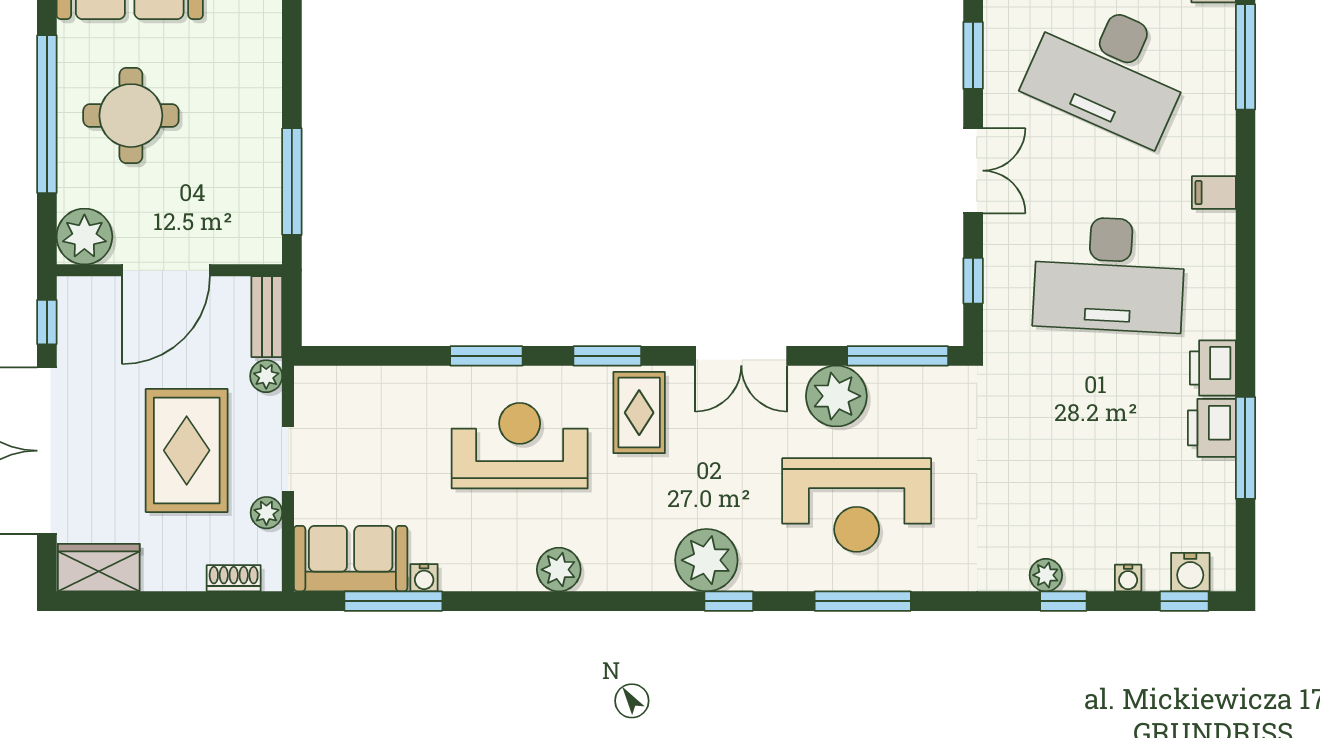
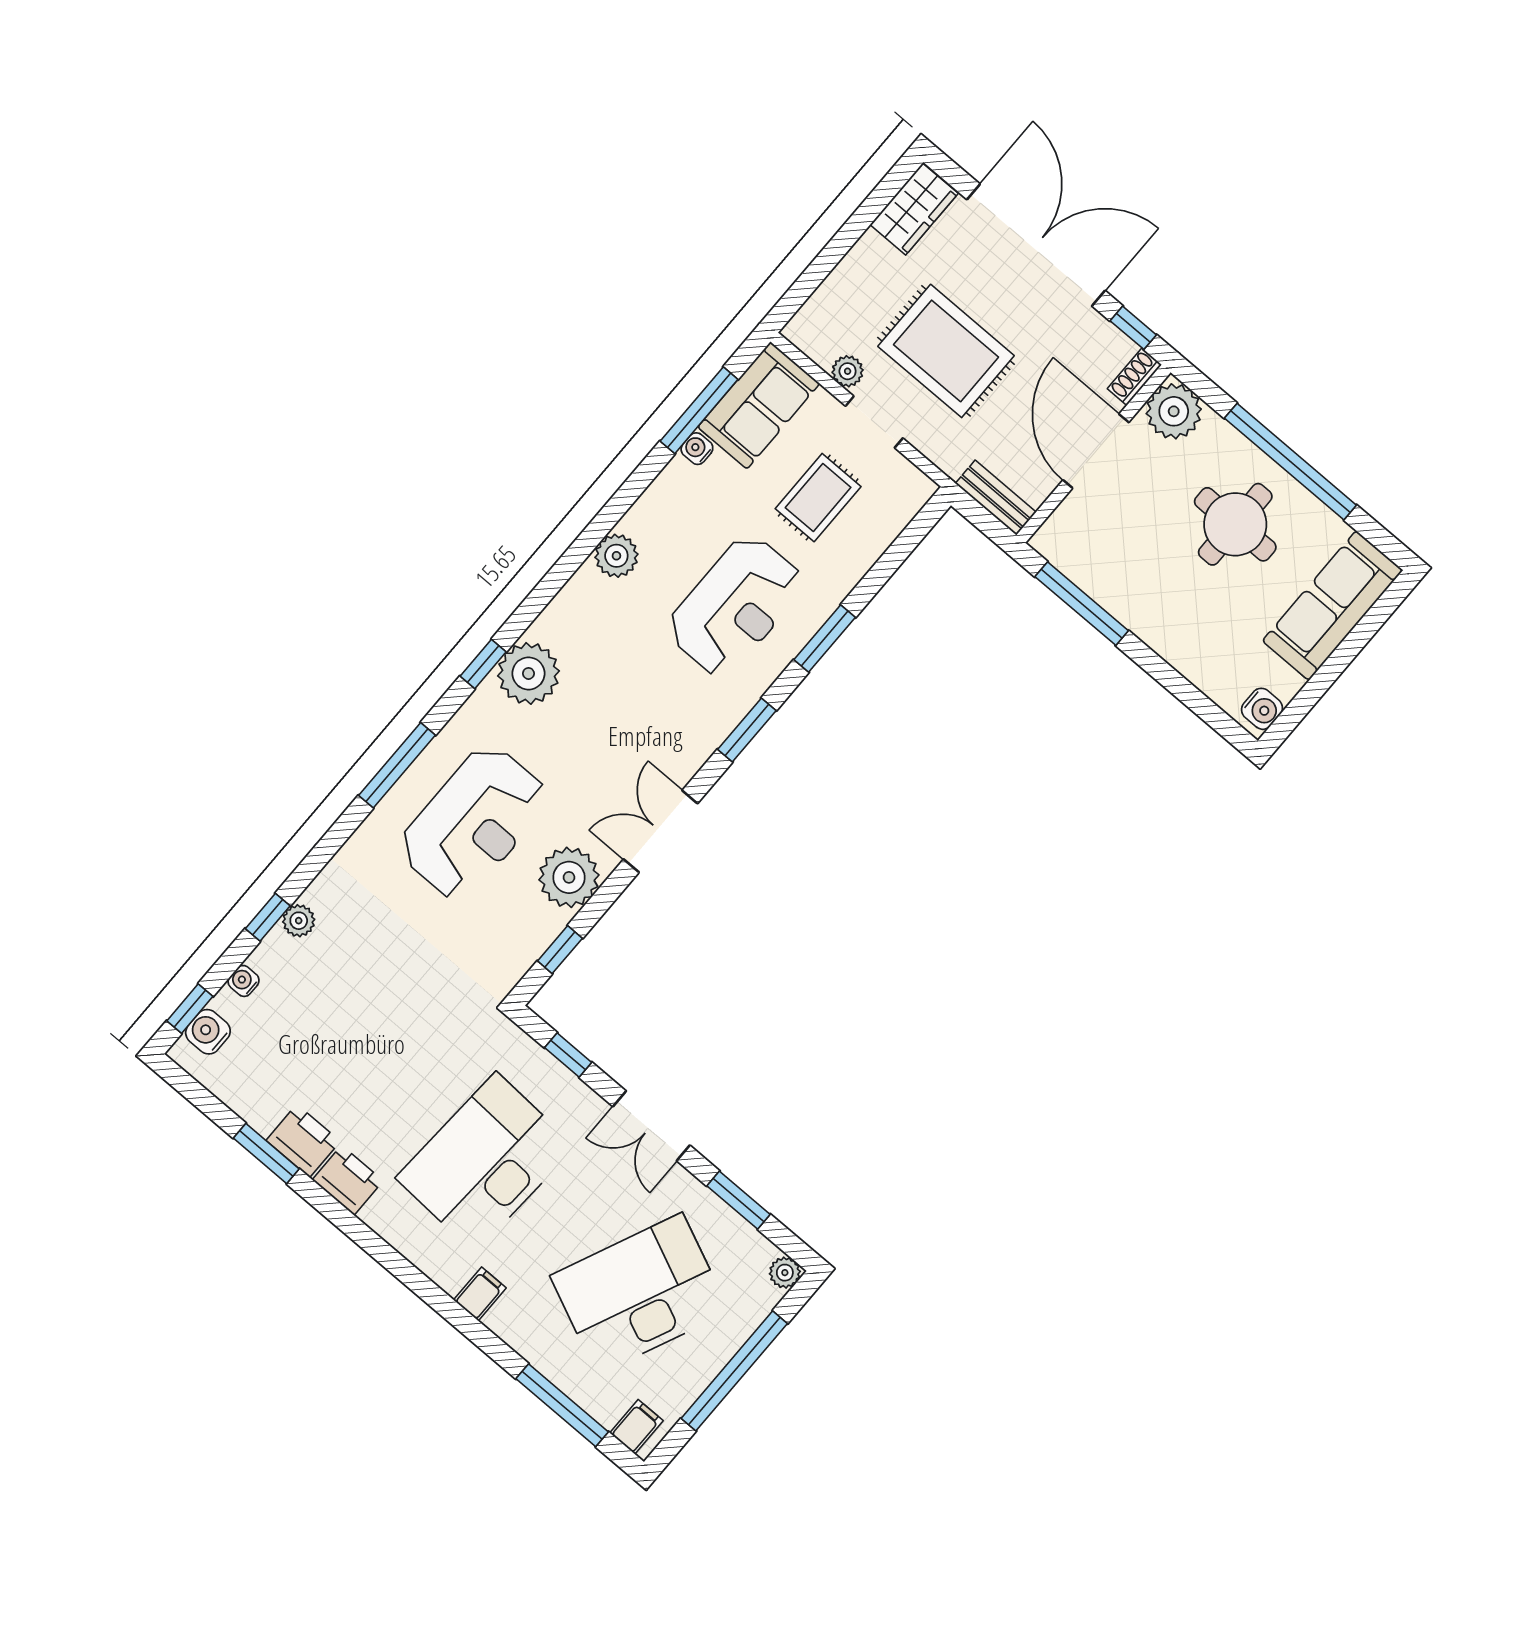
window: (898, 356) -> (560, 950), width x0.46
plant: (266, 376) -> (951, 459), removed
rug: (639, 413) -> (818, 498), moved, turned 90
window: (1245, 448) -> (266, 1153), width x0.69
reception desk: (857, 505) -> (473, 823), turned 180
shoe rack: (234, 578) -> (1134, 377), moved, turned 180

